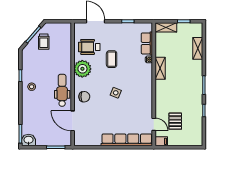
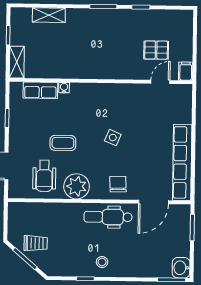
shelving: (160, 68) -> (78, 71), removed
row of seats: (127, 140) -> (182, 162), moved

